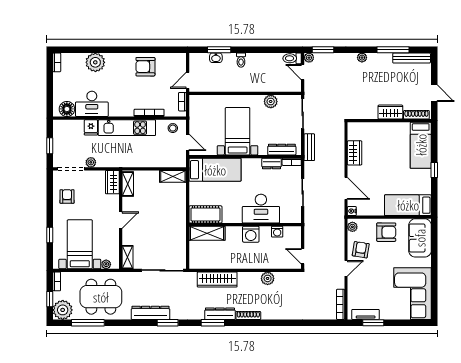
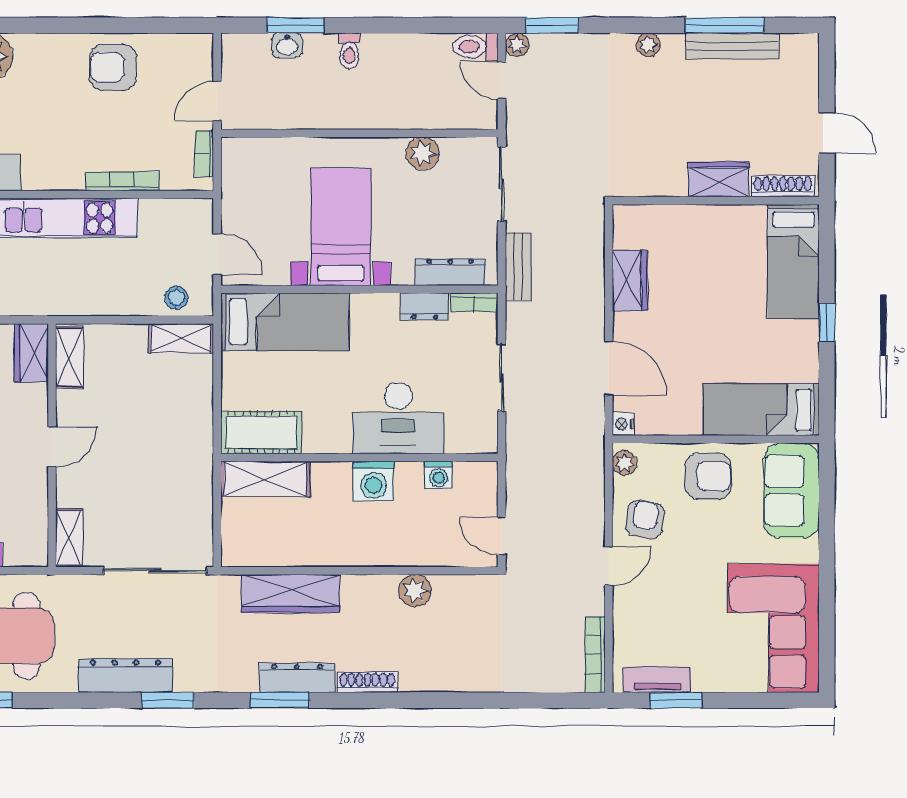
bench: (412, 58) -> (732, 46), moved
stool: (173, 128) -> (176, 298), moved
plant: (106, 264) -> (16, 556), removed

